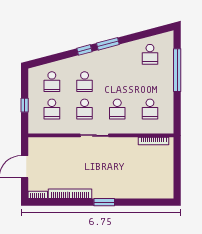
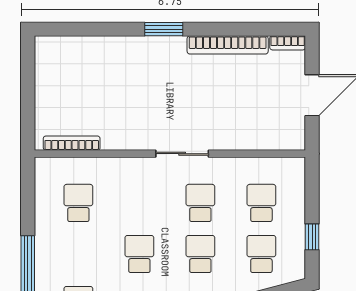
window: (25, 105) -> (312, 237), moved
school desk: (117, 109) -> (139, 254), moved

